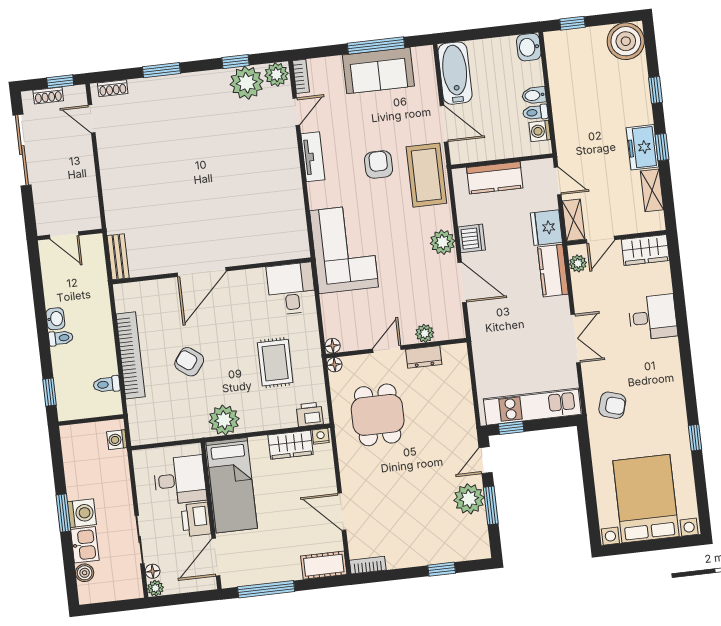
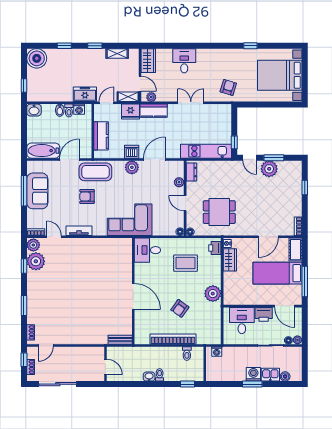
freezer: (642, 147) -> (85, 94), moved, turned 180
door: (64, 235) -> (105, 367), hinge flipped
dresser: (424, 357) -> (191, 172), moved
kitchen unit: (532, 407) -> (206, 151), moved, turned 90
bed: (232, 485) -> (277, 273), moved, turned 180

